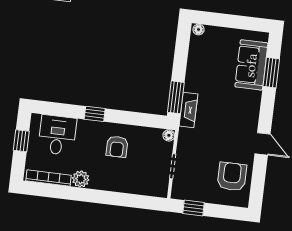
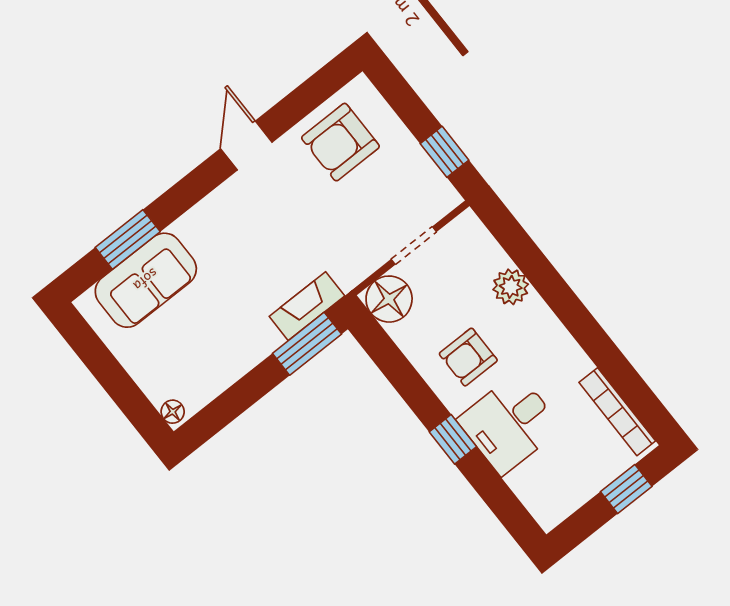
desk: (57, 135) -> (510, 424), moved
floor lamp: (169, 135) -> (389, 299), width x1.89, depth x1.89
window: (21, 141) -> (626, 489), moved
armchair: (117, 147) -> (468, 357), turned 180
plant: (81, 179) -> (511, 287), moved

